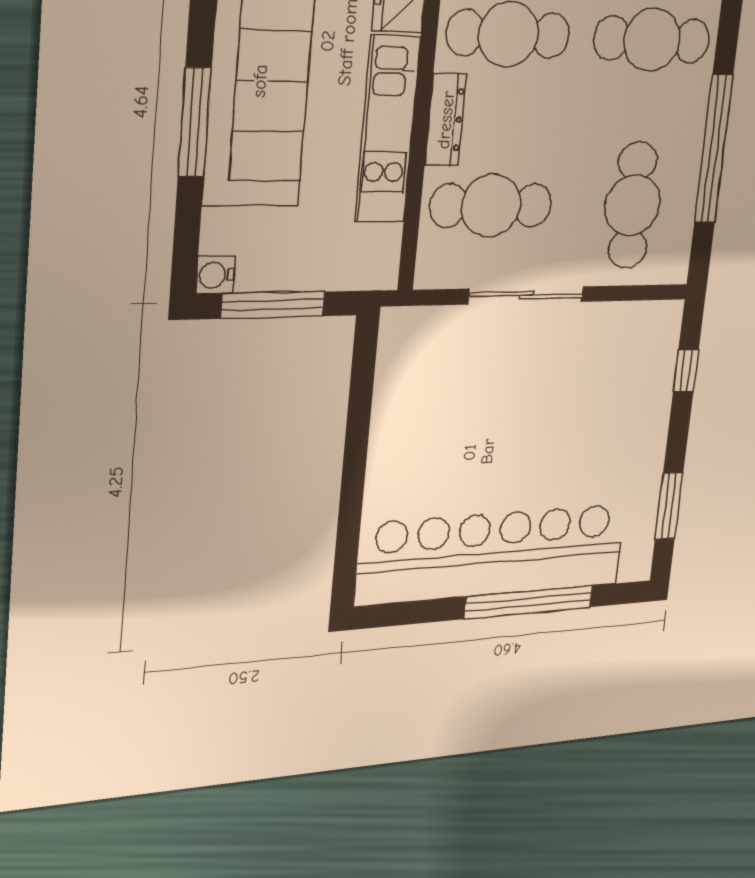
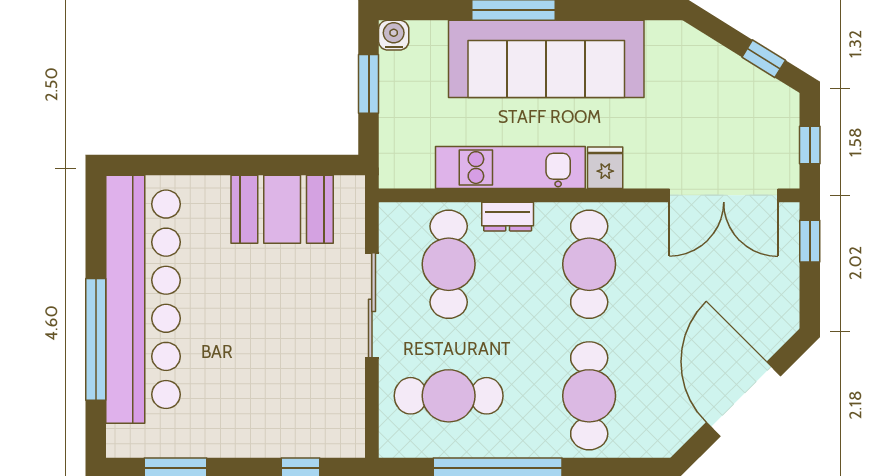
dresser: (446, 120) -> (508, 217), width x0.70
window: (273, 305) -> (369, 84), width x0.69
booth: (410, 403) -> (282, 209), added

